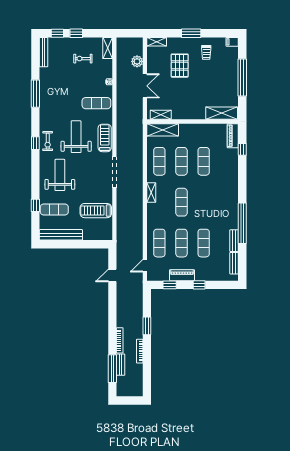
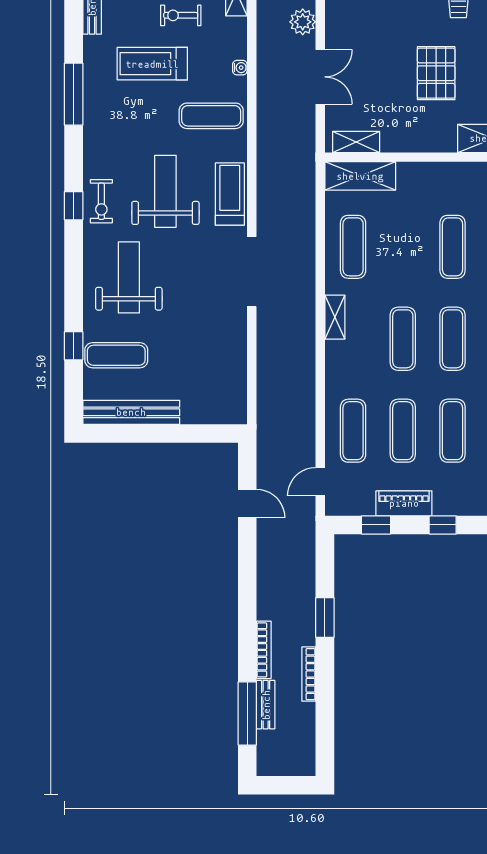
pallet: (180, 66) -> (436, 73), moved
exercise mat: (181, 161) -> (453, 339), moved
treadmill: (96, 211) -> (152, 64), moved
door: (112, 275) -> (247, 504), swing flipped

